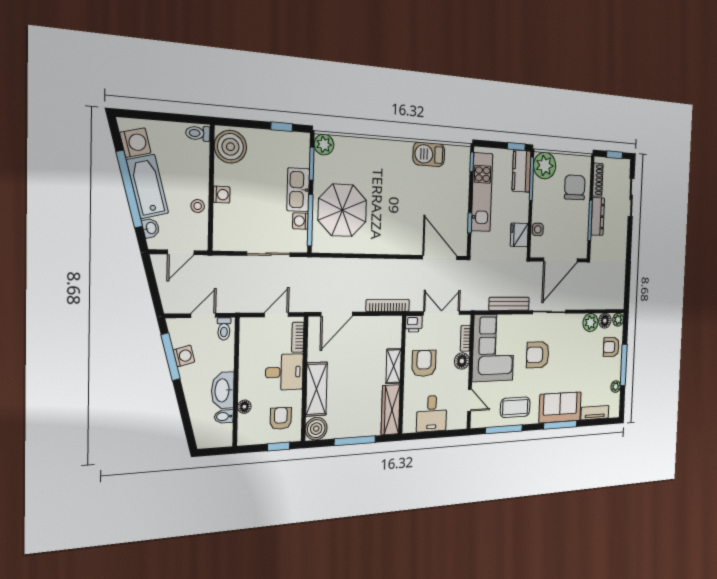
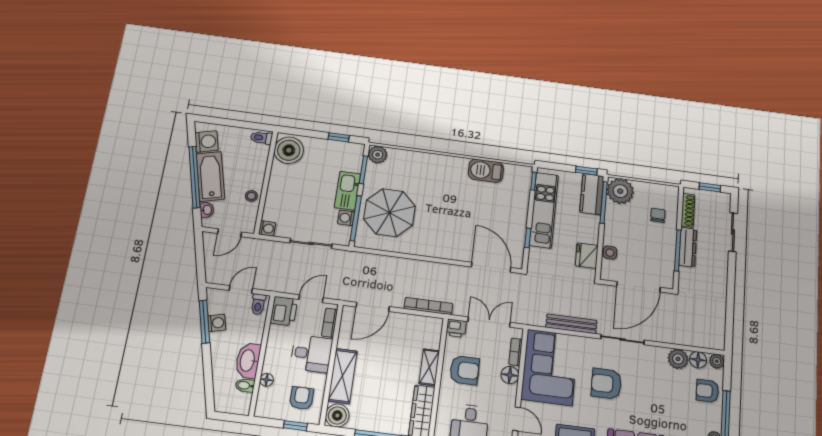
chair: (575, 187) -> (658, 215), width x0.54, depth x0.54
washing machine: (222, 195) -> (267, 228), moved
printer: (251, 332) -> (284, 311), added
armchair: (424, 363) -> (465, 370), turned 90

